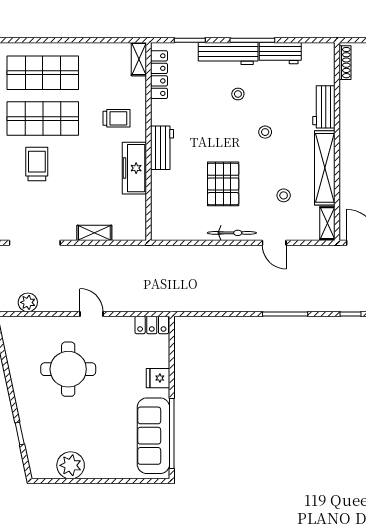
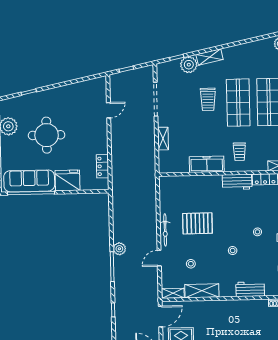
workbench: (162, 148) -> (237, 182), moved
trolley: (37, 164) -> (208, 99), turned 90
shelving: (325, 168) -> (202, 291), width x0.68
plant: (28, 302) -> (119, 249), moved
door: (92, 314) -> (109, 110), moved
locker: (152, 325) -> (103, 166), moved
round table: (68, 369) -> (47, 135), moved
fridge: (158, 378) -> (68, 180), width x1.88, depth x1.34

